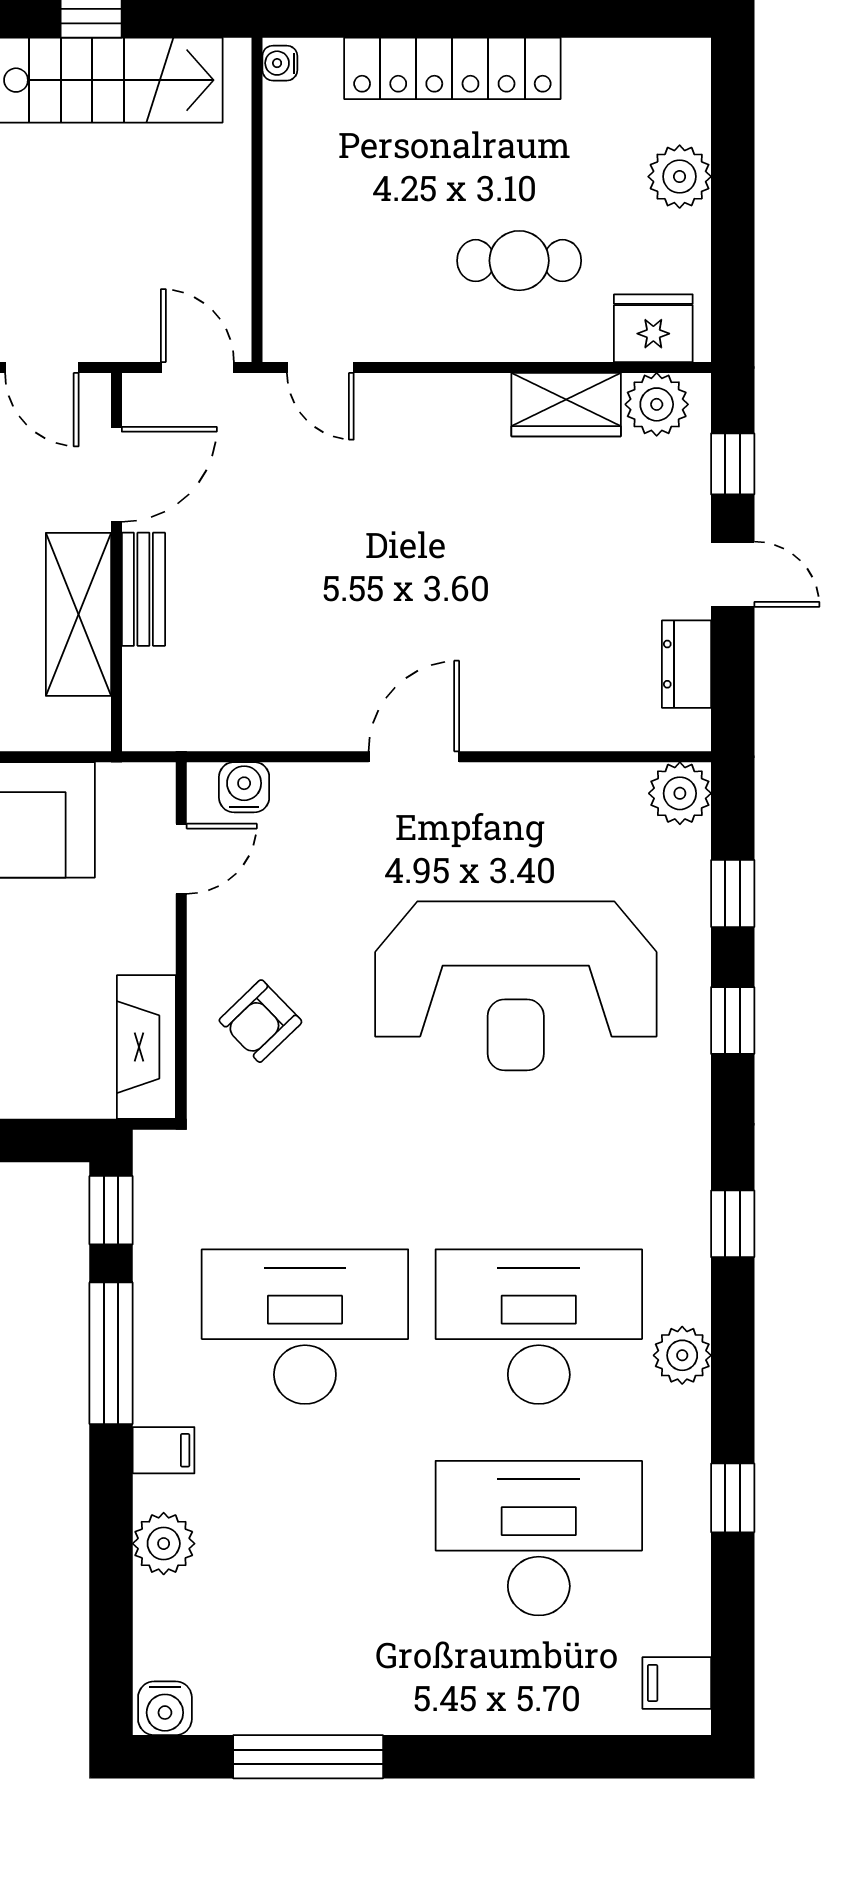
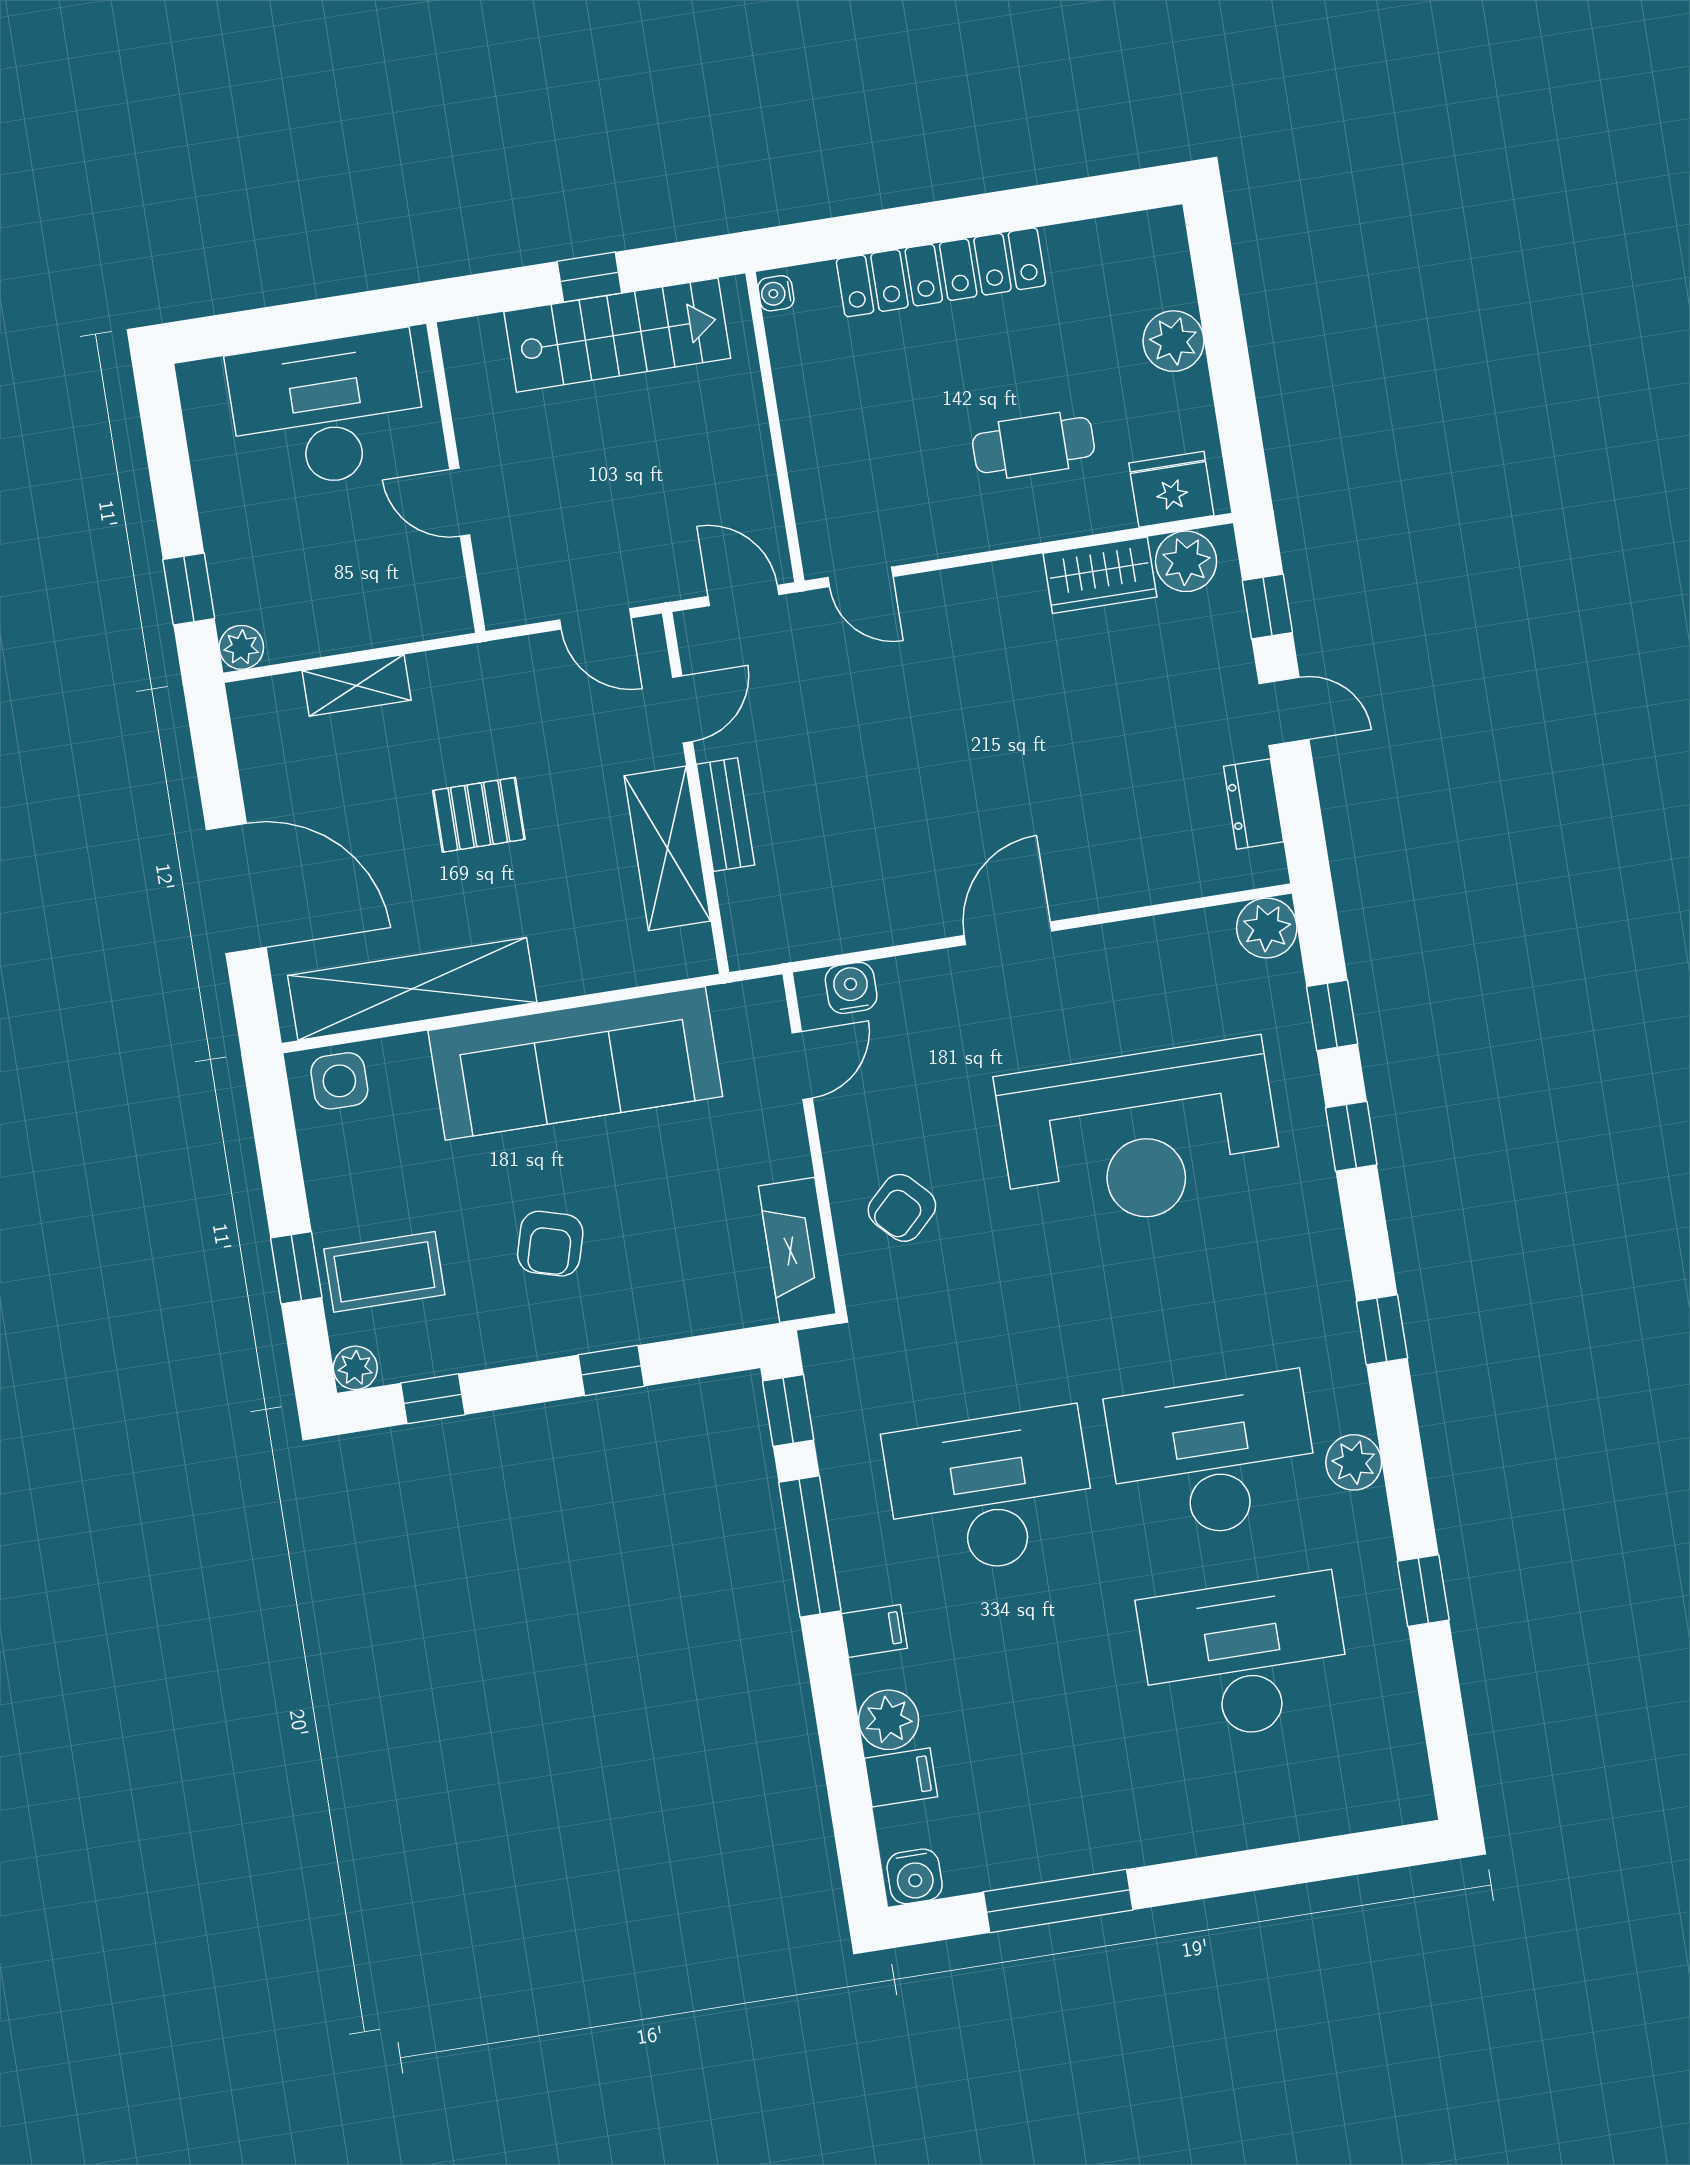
door: (116, 474) -> (682, 709), width x0.73
filing cabinet: (677, 1683) -> (901, 1777), moved, turned 180

